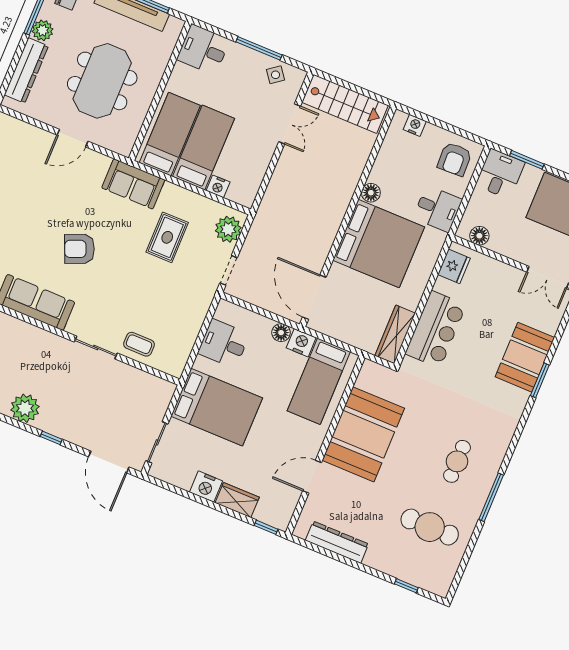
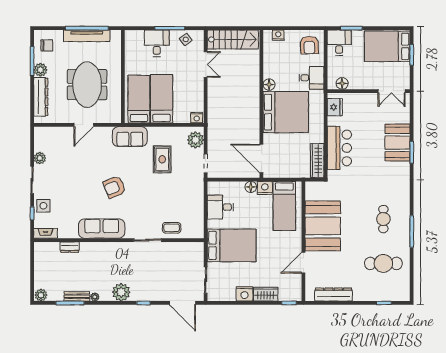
desk: (203, 50) -> (157, 43), moved, turned 90
nightstand: (218, 186) -> (197, 118), moved

